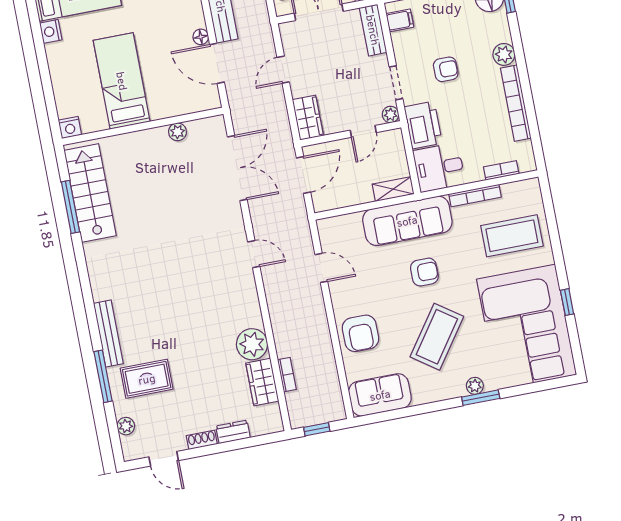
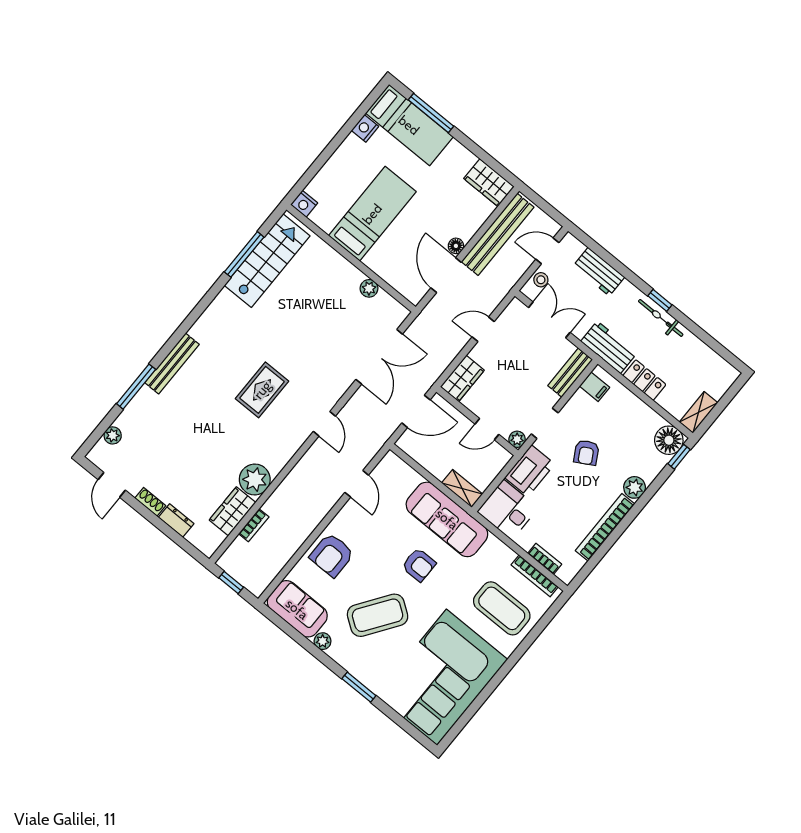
armchair: (446, 69) -> (586, 453), turned 60
bookcase: (475, 196) -> (535, 576), moved
window: (567, 302) -> (486, 692), removed
rug: (147, 379) -> (262, 390), moved, turned 90
plant: (475, 386) -> (323, 641), moved

